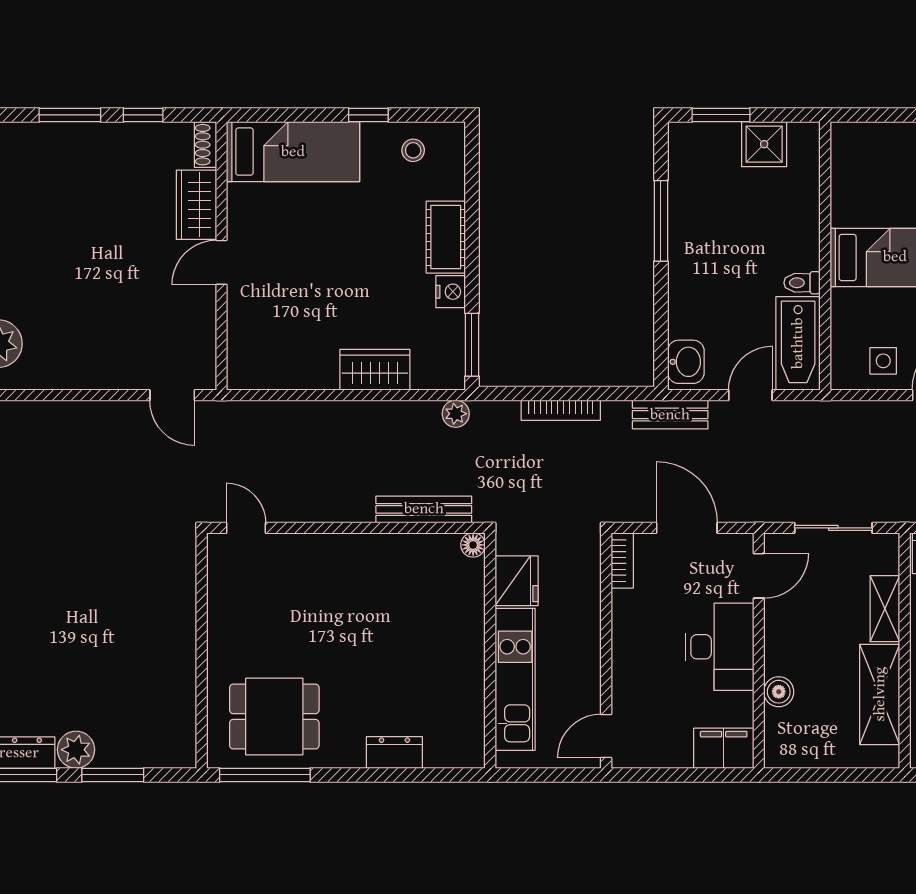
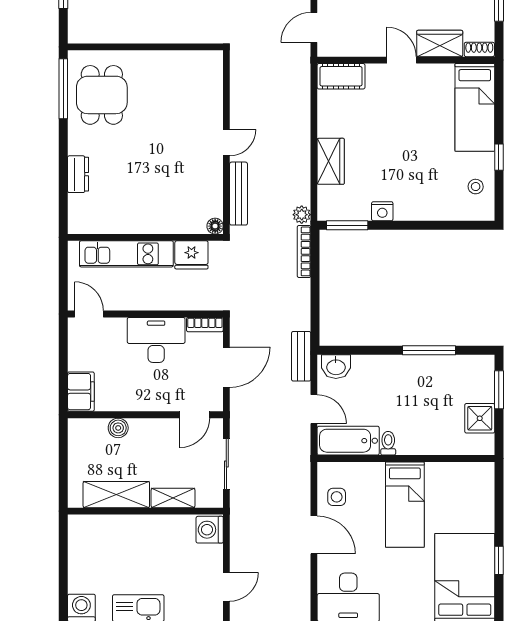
cot: (446, 237) -> (341, 76), moved
bookcase: (561, 410) -> (304, 251), moved
door: (246, 528) -> (226, 143), moved
door: (759, 576) -> (195, 415), hinge flipped
desk: (720, 647) -> (156, 340), moved, turned 180

